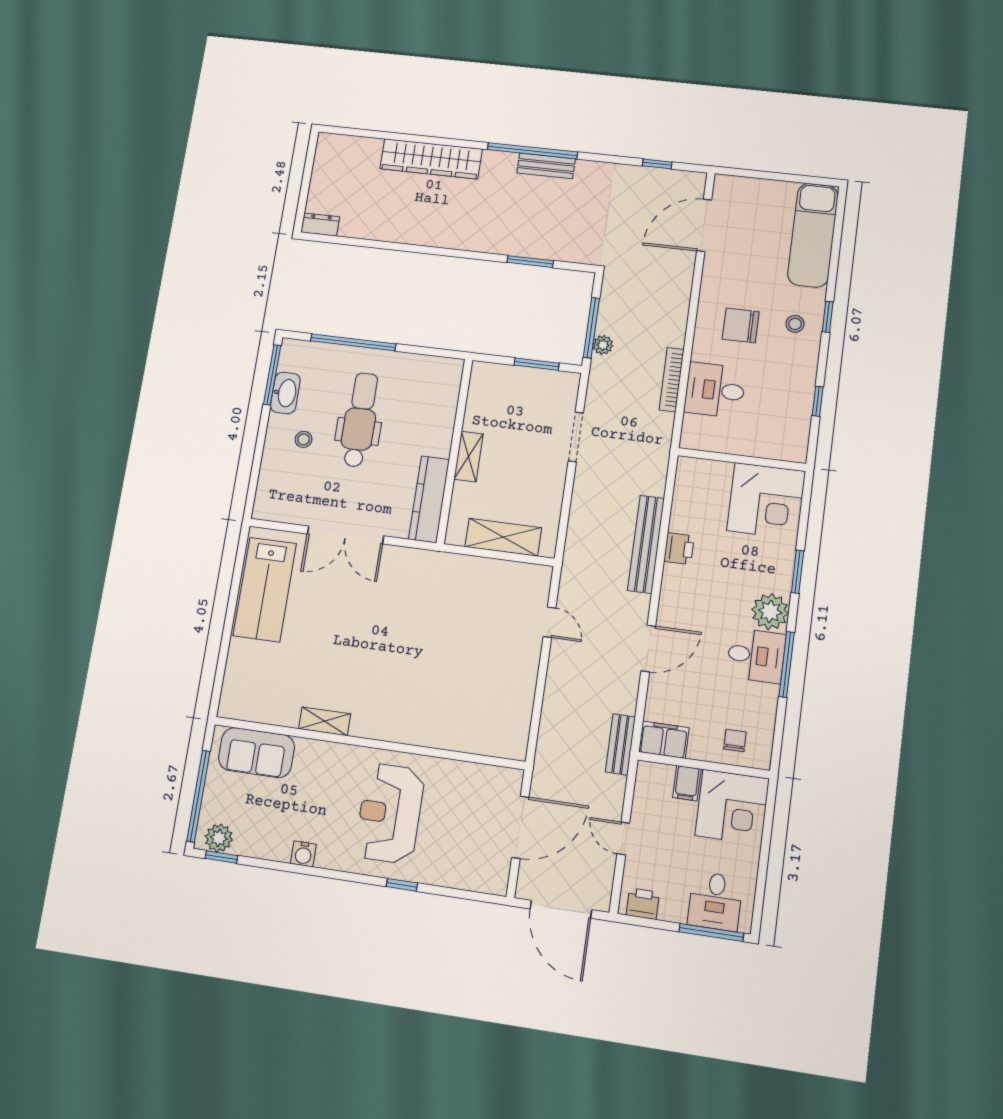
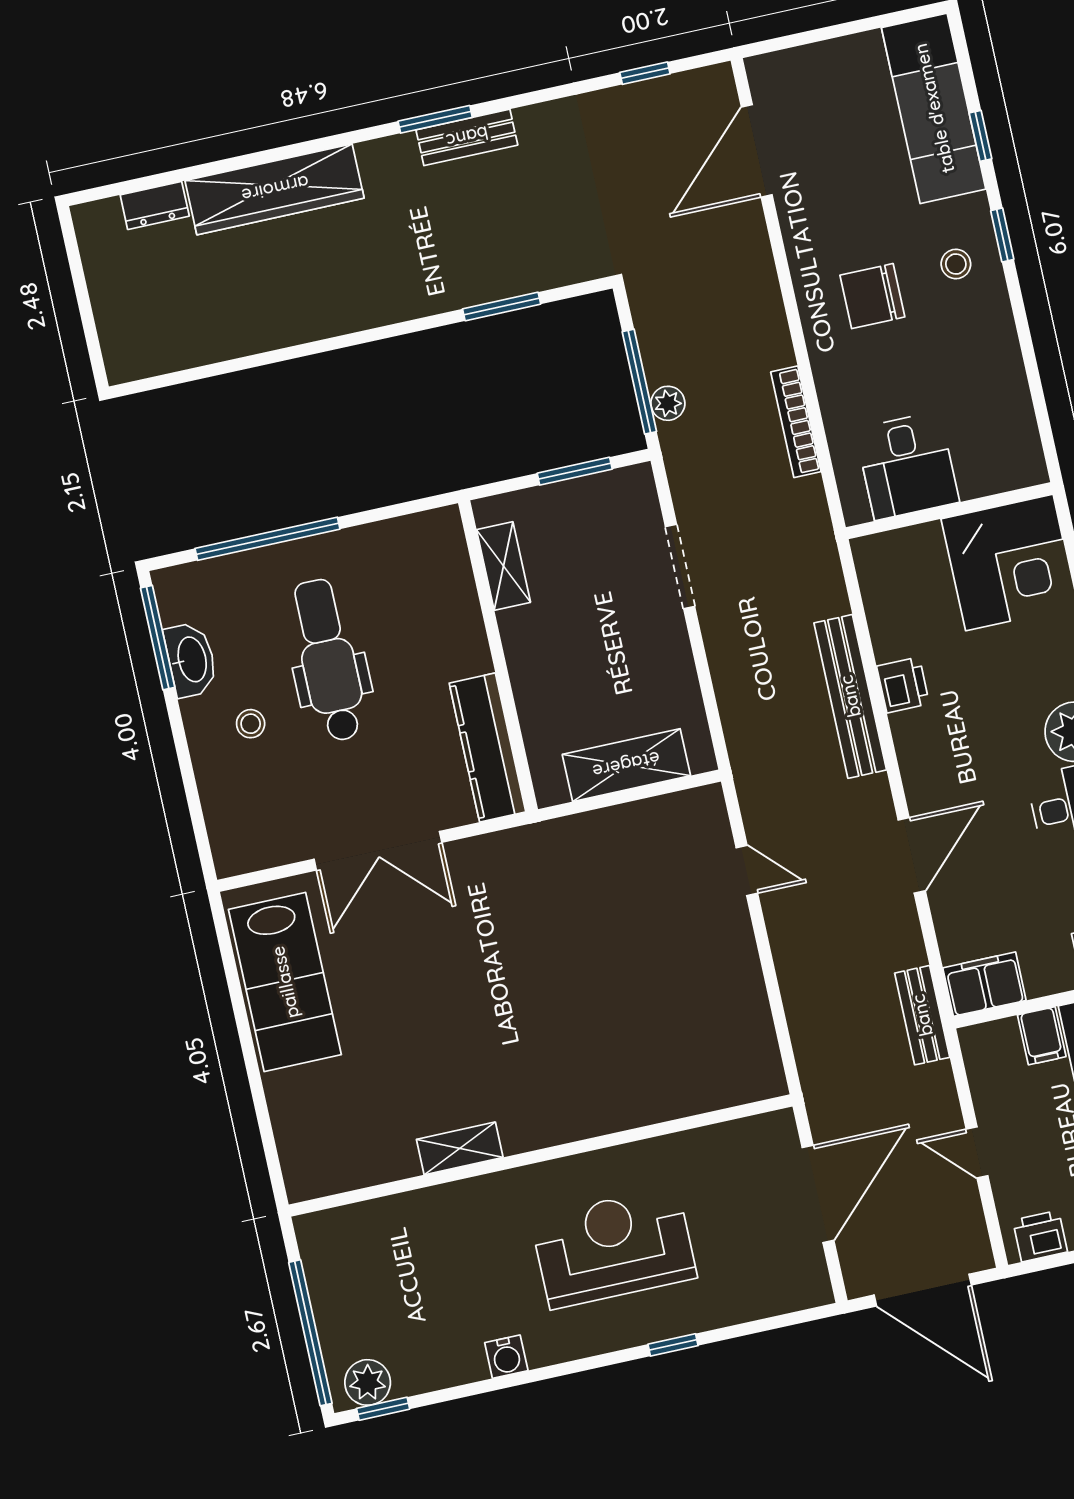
window: (532, 151) -> (435, 119), width x0.47
dresser: (320, 225) -> (155, 205), moved, turned 180
desk: (715, 390) -> (907, 466), moved, turned -90
window: (818, 401) -> (981, 136), moved
shelving: (469, 457) -> (503, 566), moved
sofa: (256, 753) -> (373, 1234), removed
reception desk: (390, 813) -> (614, 1248), turned 90

